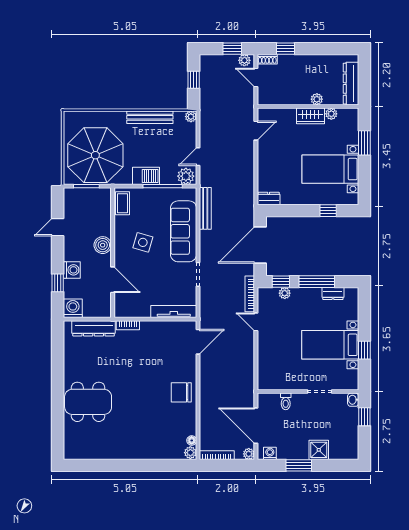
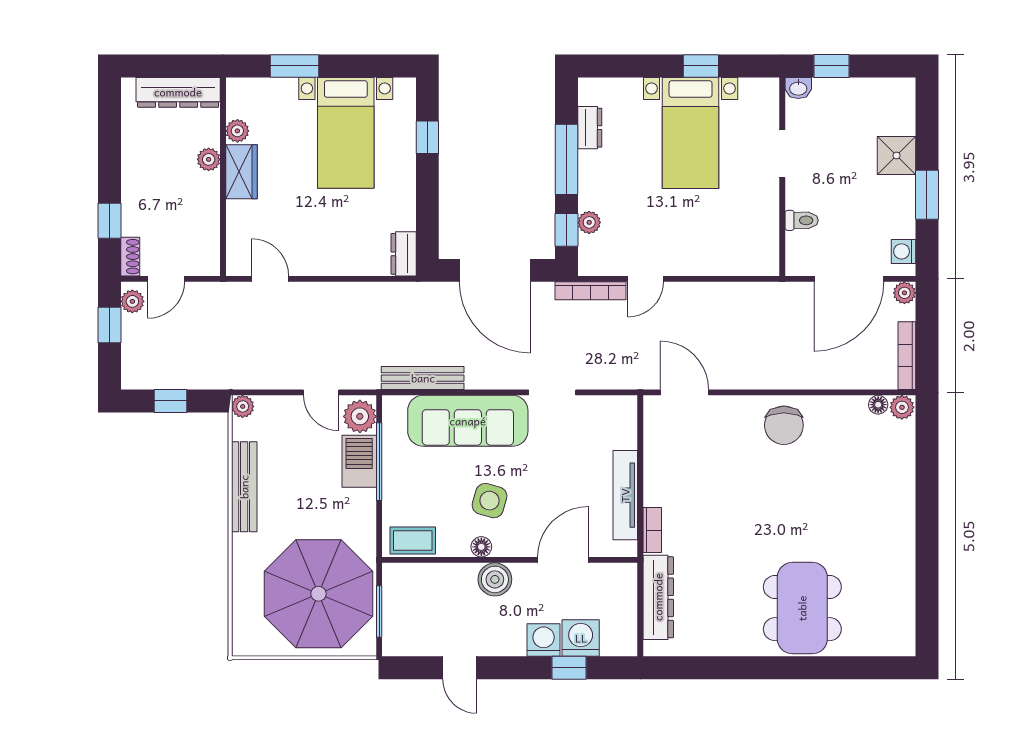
barbecue: (146, 176) -> (359, 461), moved
floor lamp: (119, 238) -> (481, 547), added
washing machine: (73, 308) -> (581, 638), moved, turned 90
tv unit: (174, 312) -> (625, 495), moved

